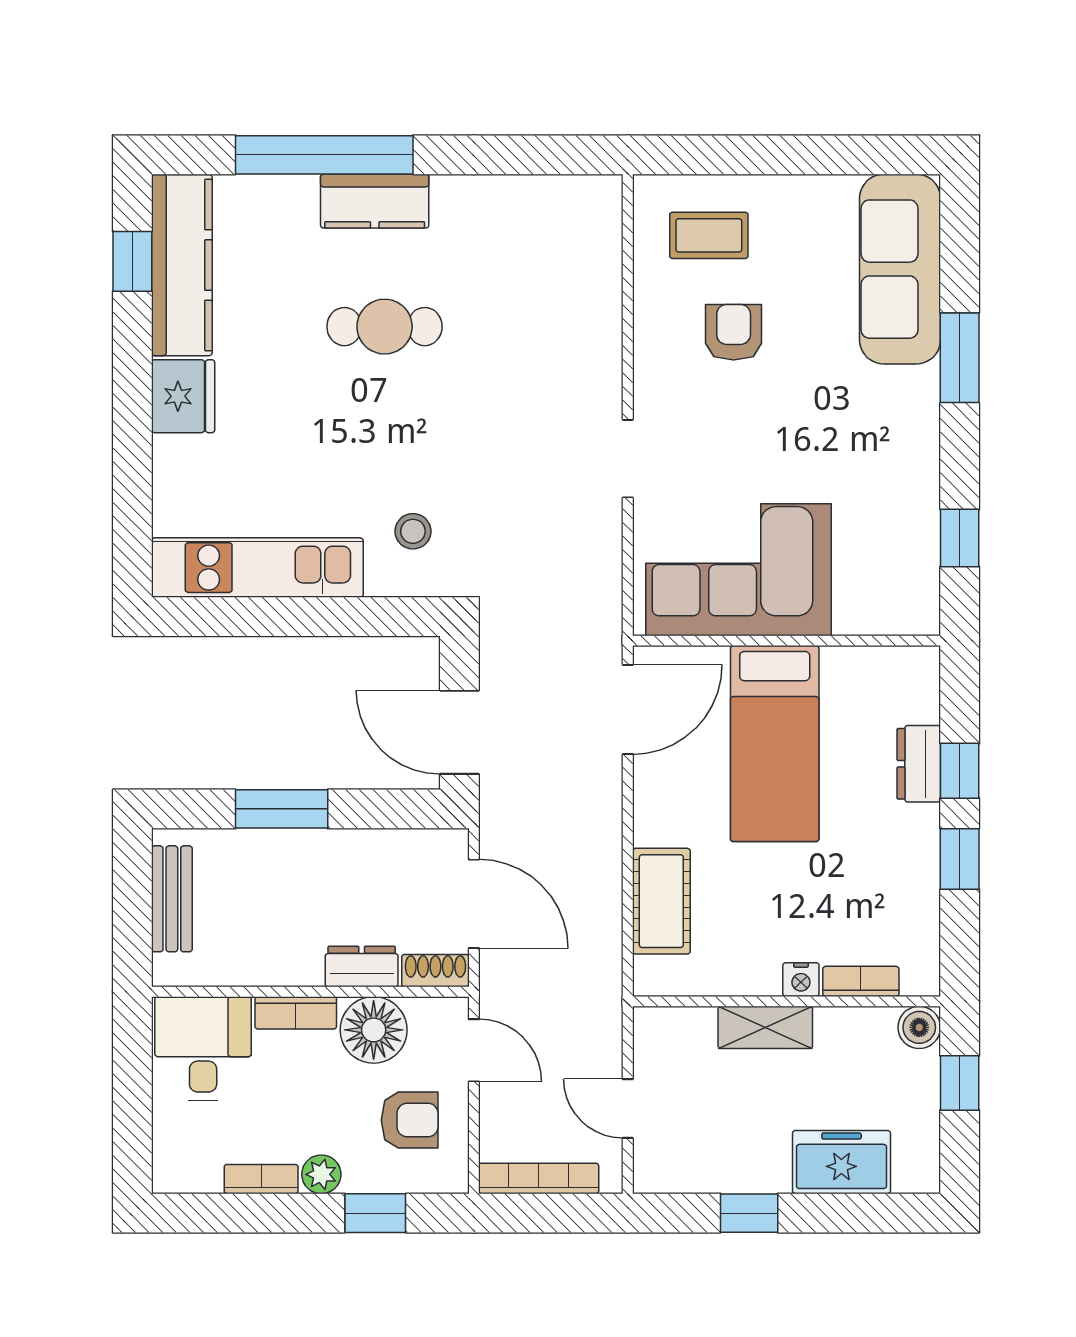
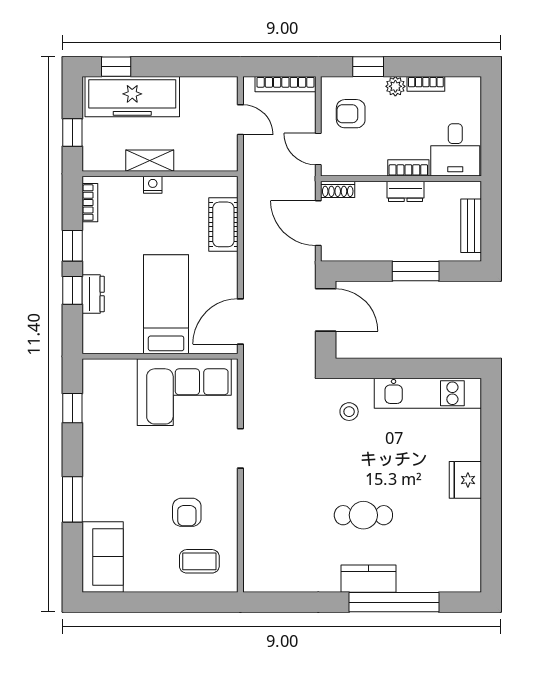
window: (132, 261) -> (491, 548), removed
kitchen counter: (182, 265) -> (466, 546), removed
sofa: (900, 269) -> (103, 557), width x0.73
dresser: (362, 967) -> (406, 191), moved
bookcase: (861, 981) -> (90, 203), moved, turned -90
shelving: (765, 1027) -> (150, 161), moved
boiler: (919, 1027) -> (93, 161), removed
floor lamp: (374, 1030) -> (369, 159), removed
freezer: (841, 1162) -> (132, 97), width x1.91, depth x1.26
window: (749, 1213) -> (116, 67), moved

